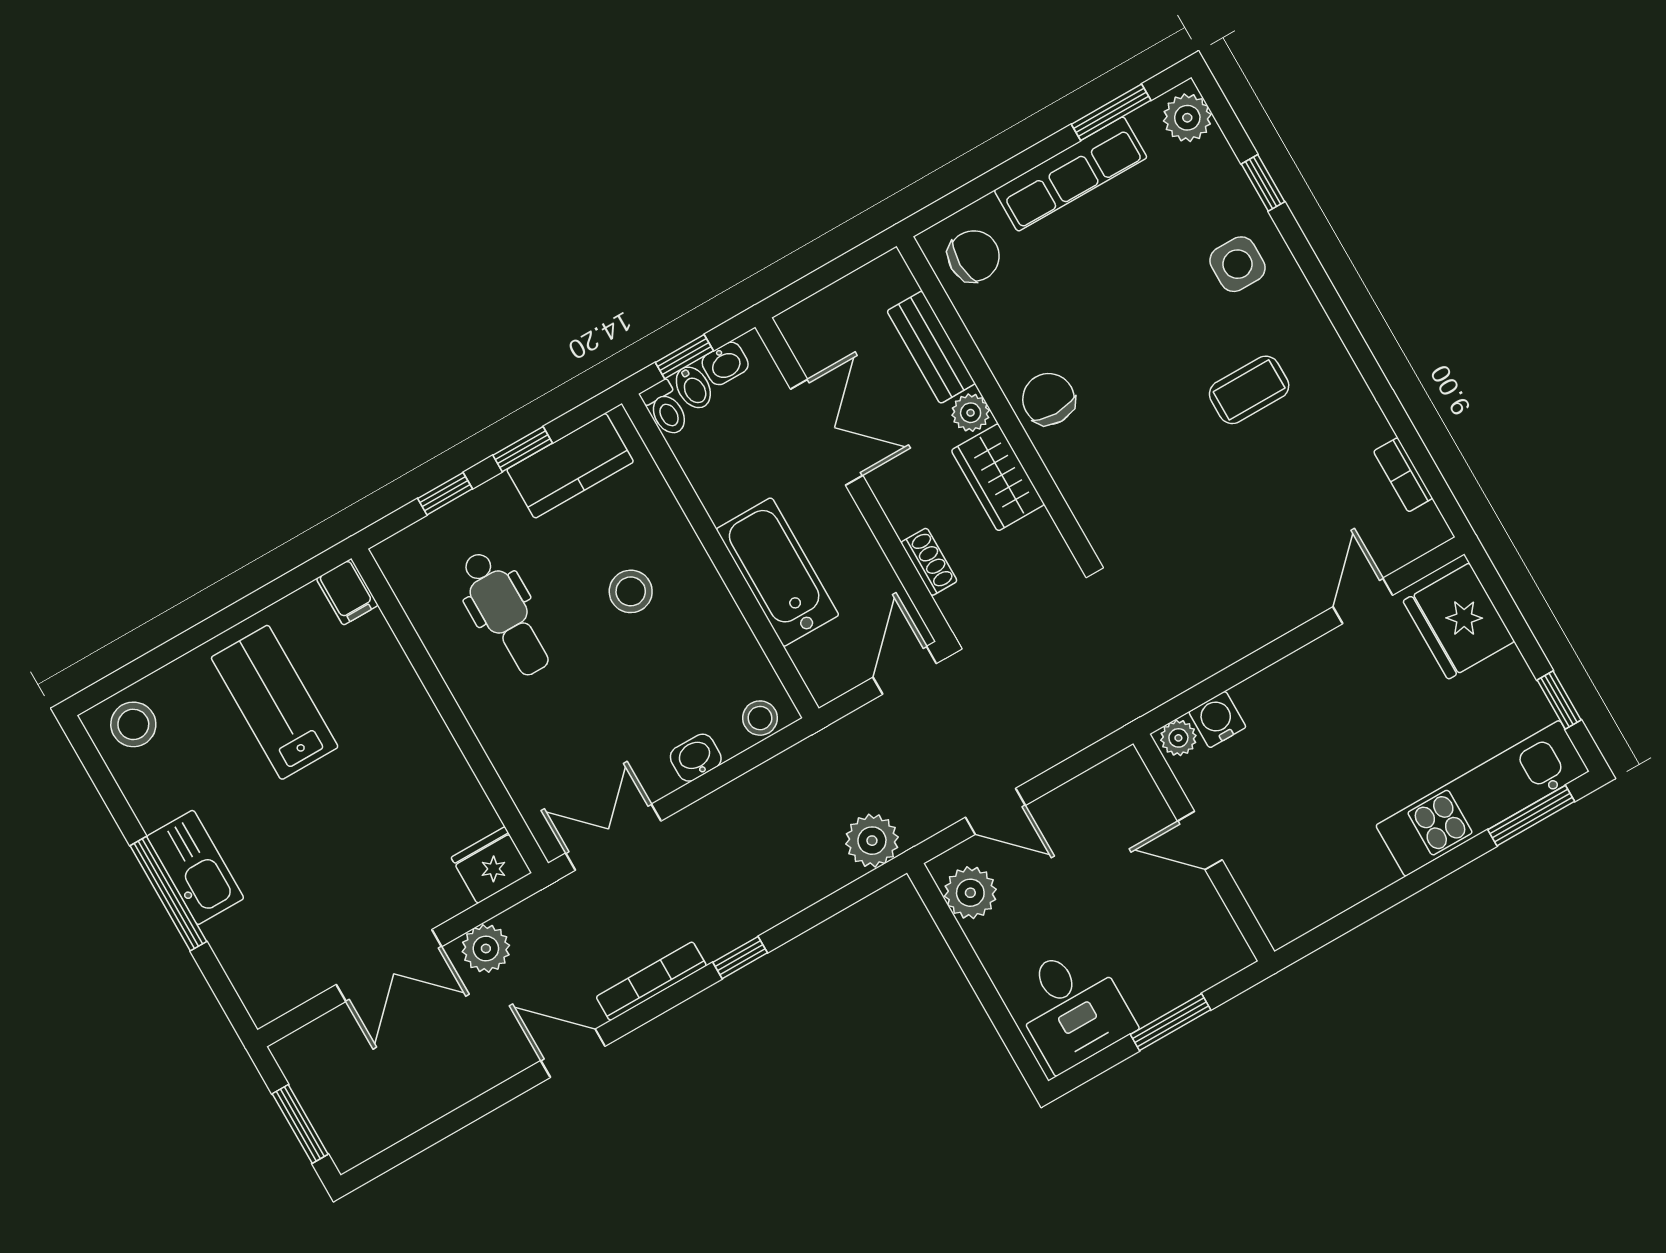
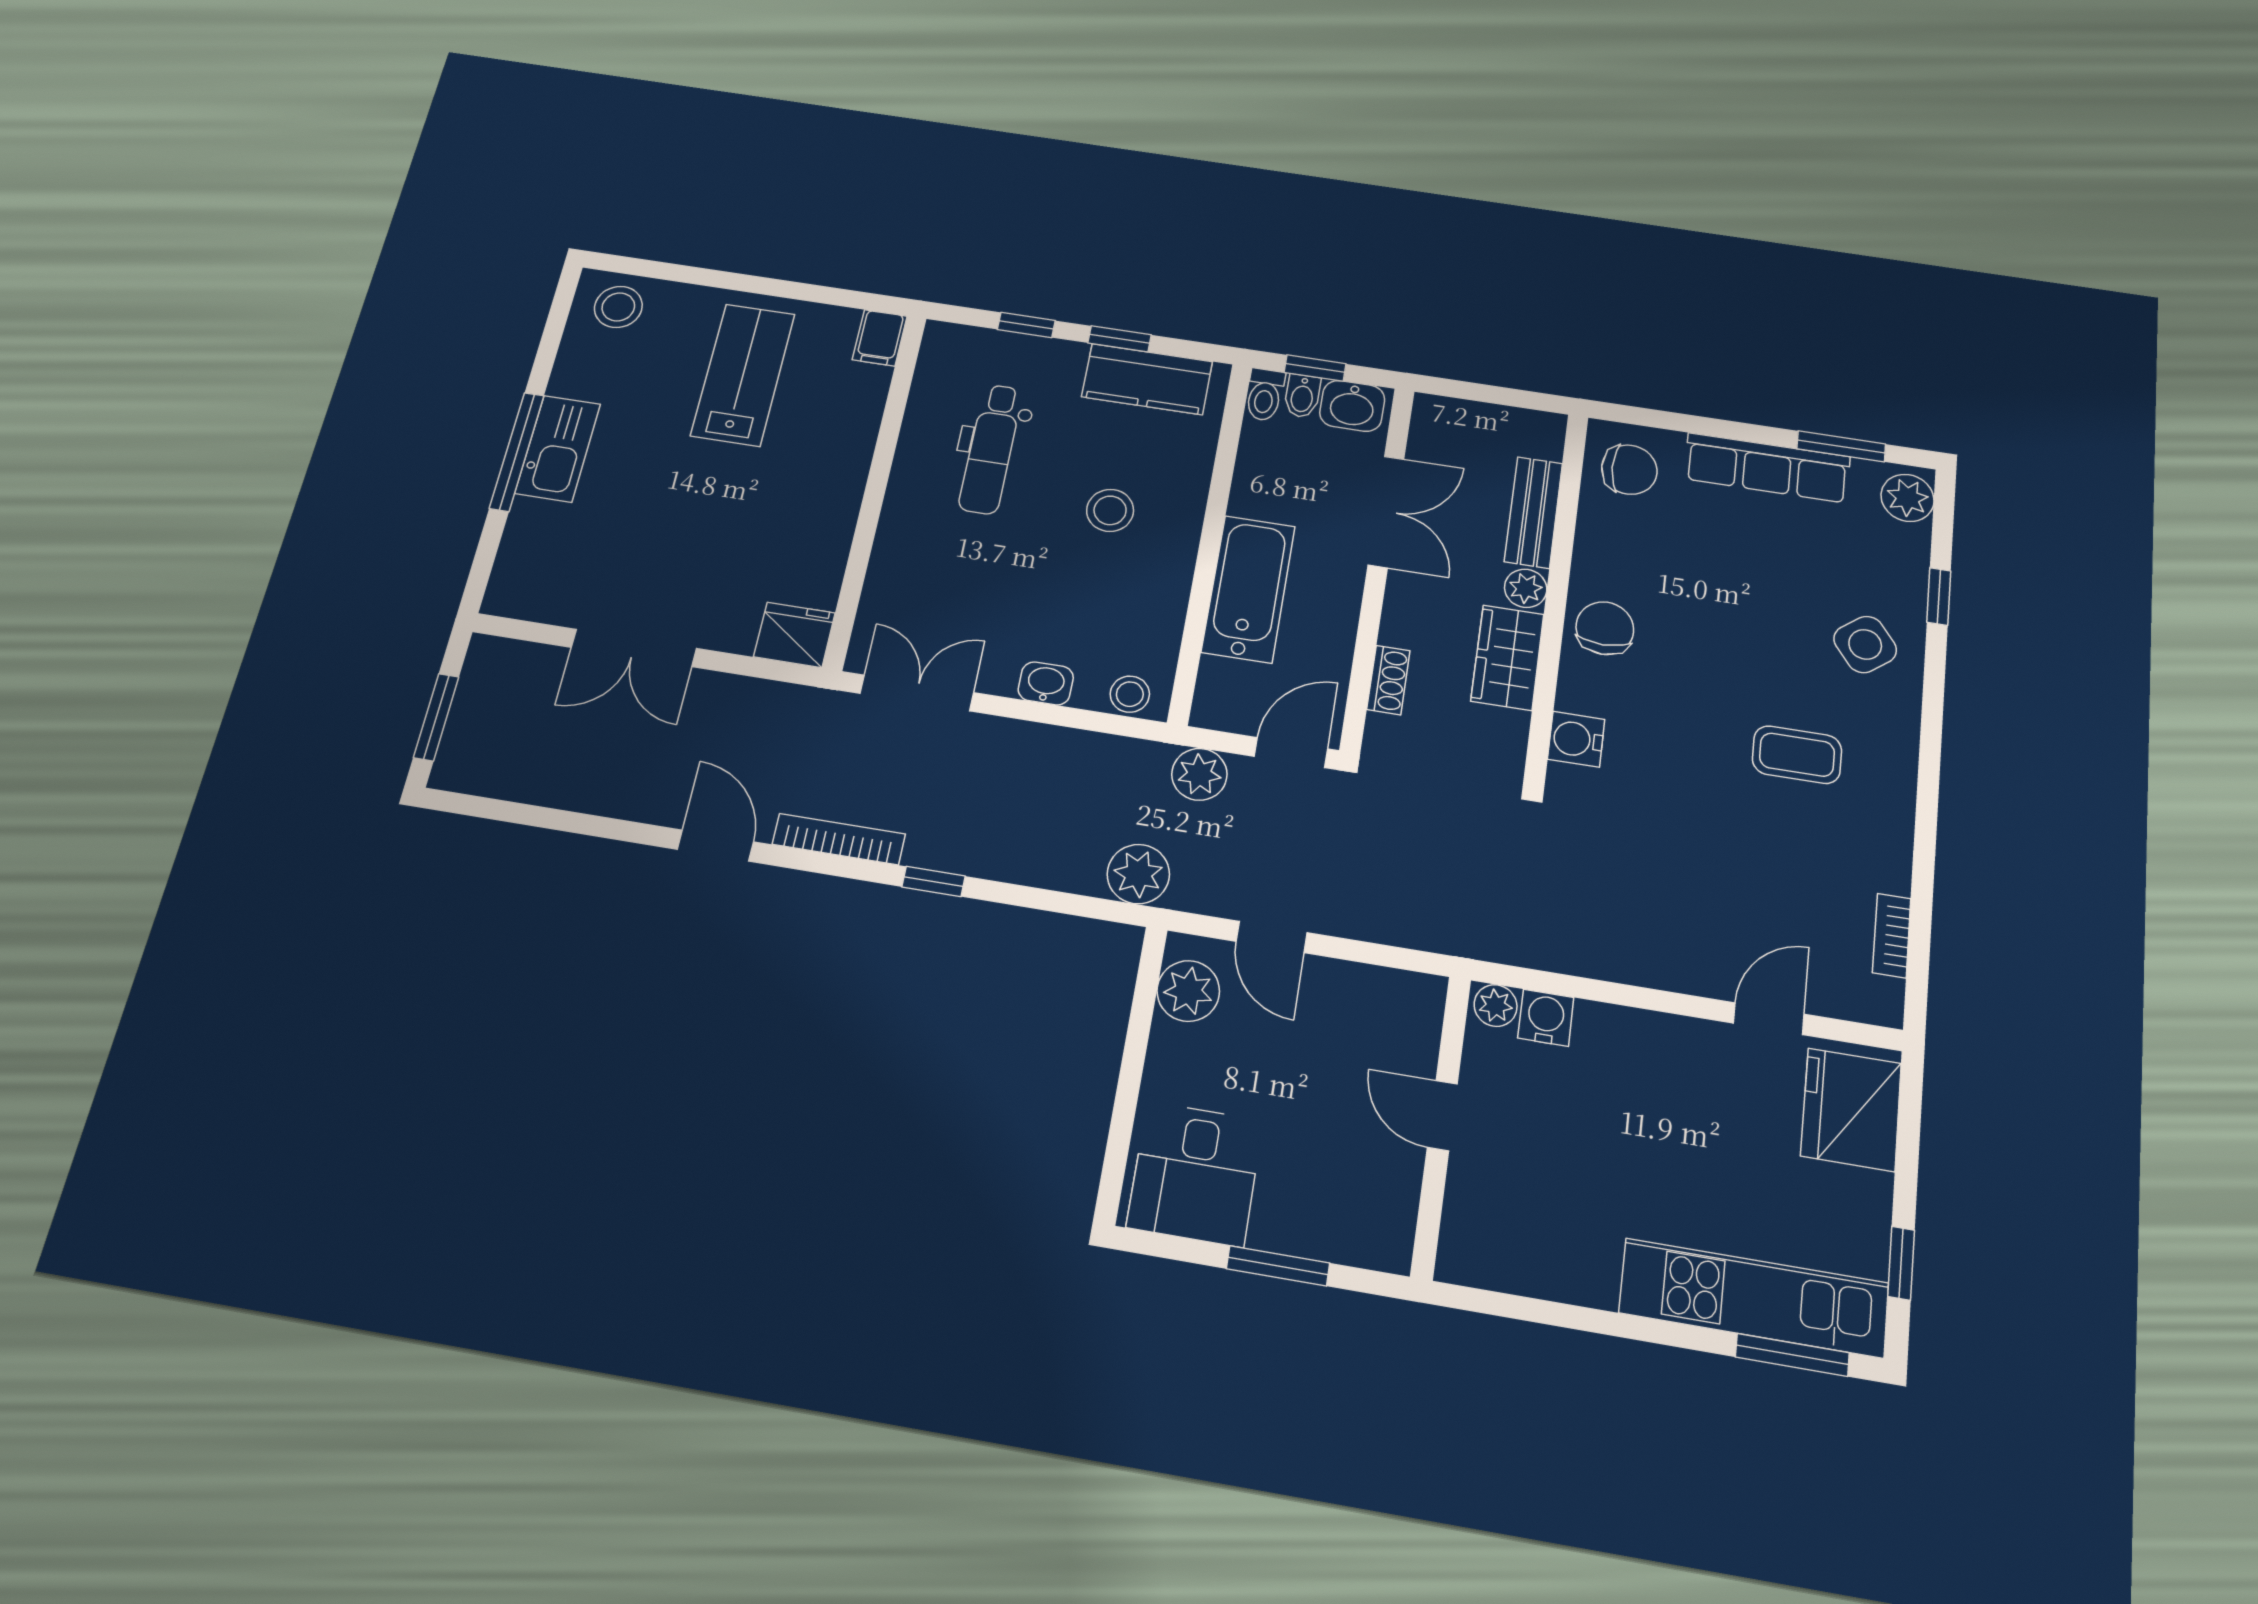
side table: (1237, 264) -> (1865, 644), turned -37
washbasin: (725, 363) -> (1352, 406), width x1.38, depth x1.45
water cooler: (1091, 501) -> (1576, 739), added
plant: (486, 949) -> (1199, 774), moved

